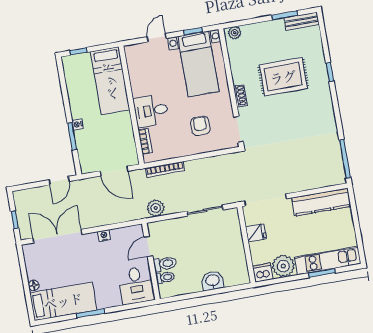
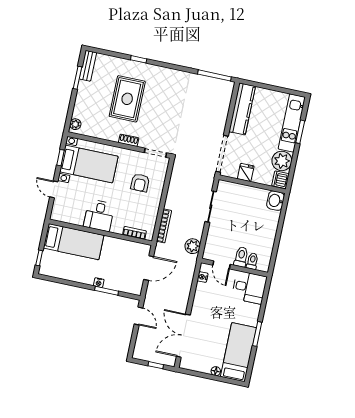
desk: (151, 111) -> (99, 215), moved
armchair: (200, 126) -> (140, 183), turned -90
nightstand: (104, 236) -> (203, 277), moved
washbasin: (213, 281) -> (275, 201), moved

